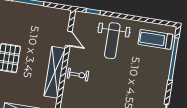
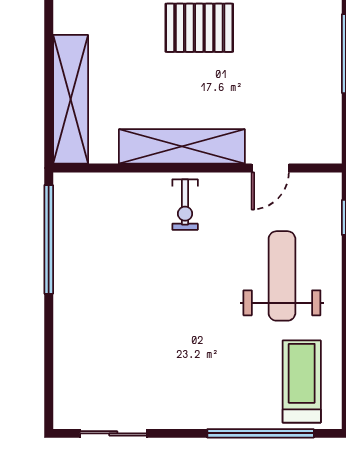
weight bench: (112, 41) -> (282, 276), turned 90

